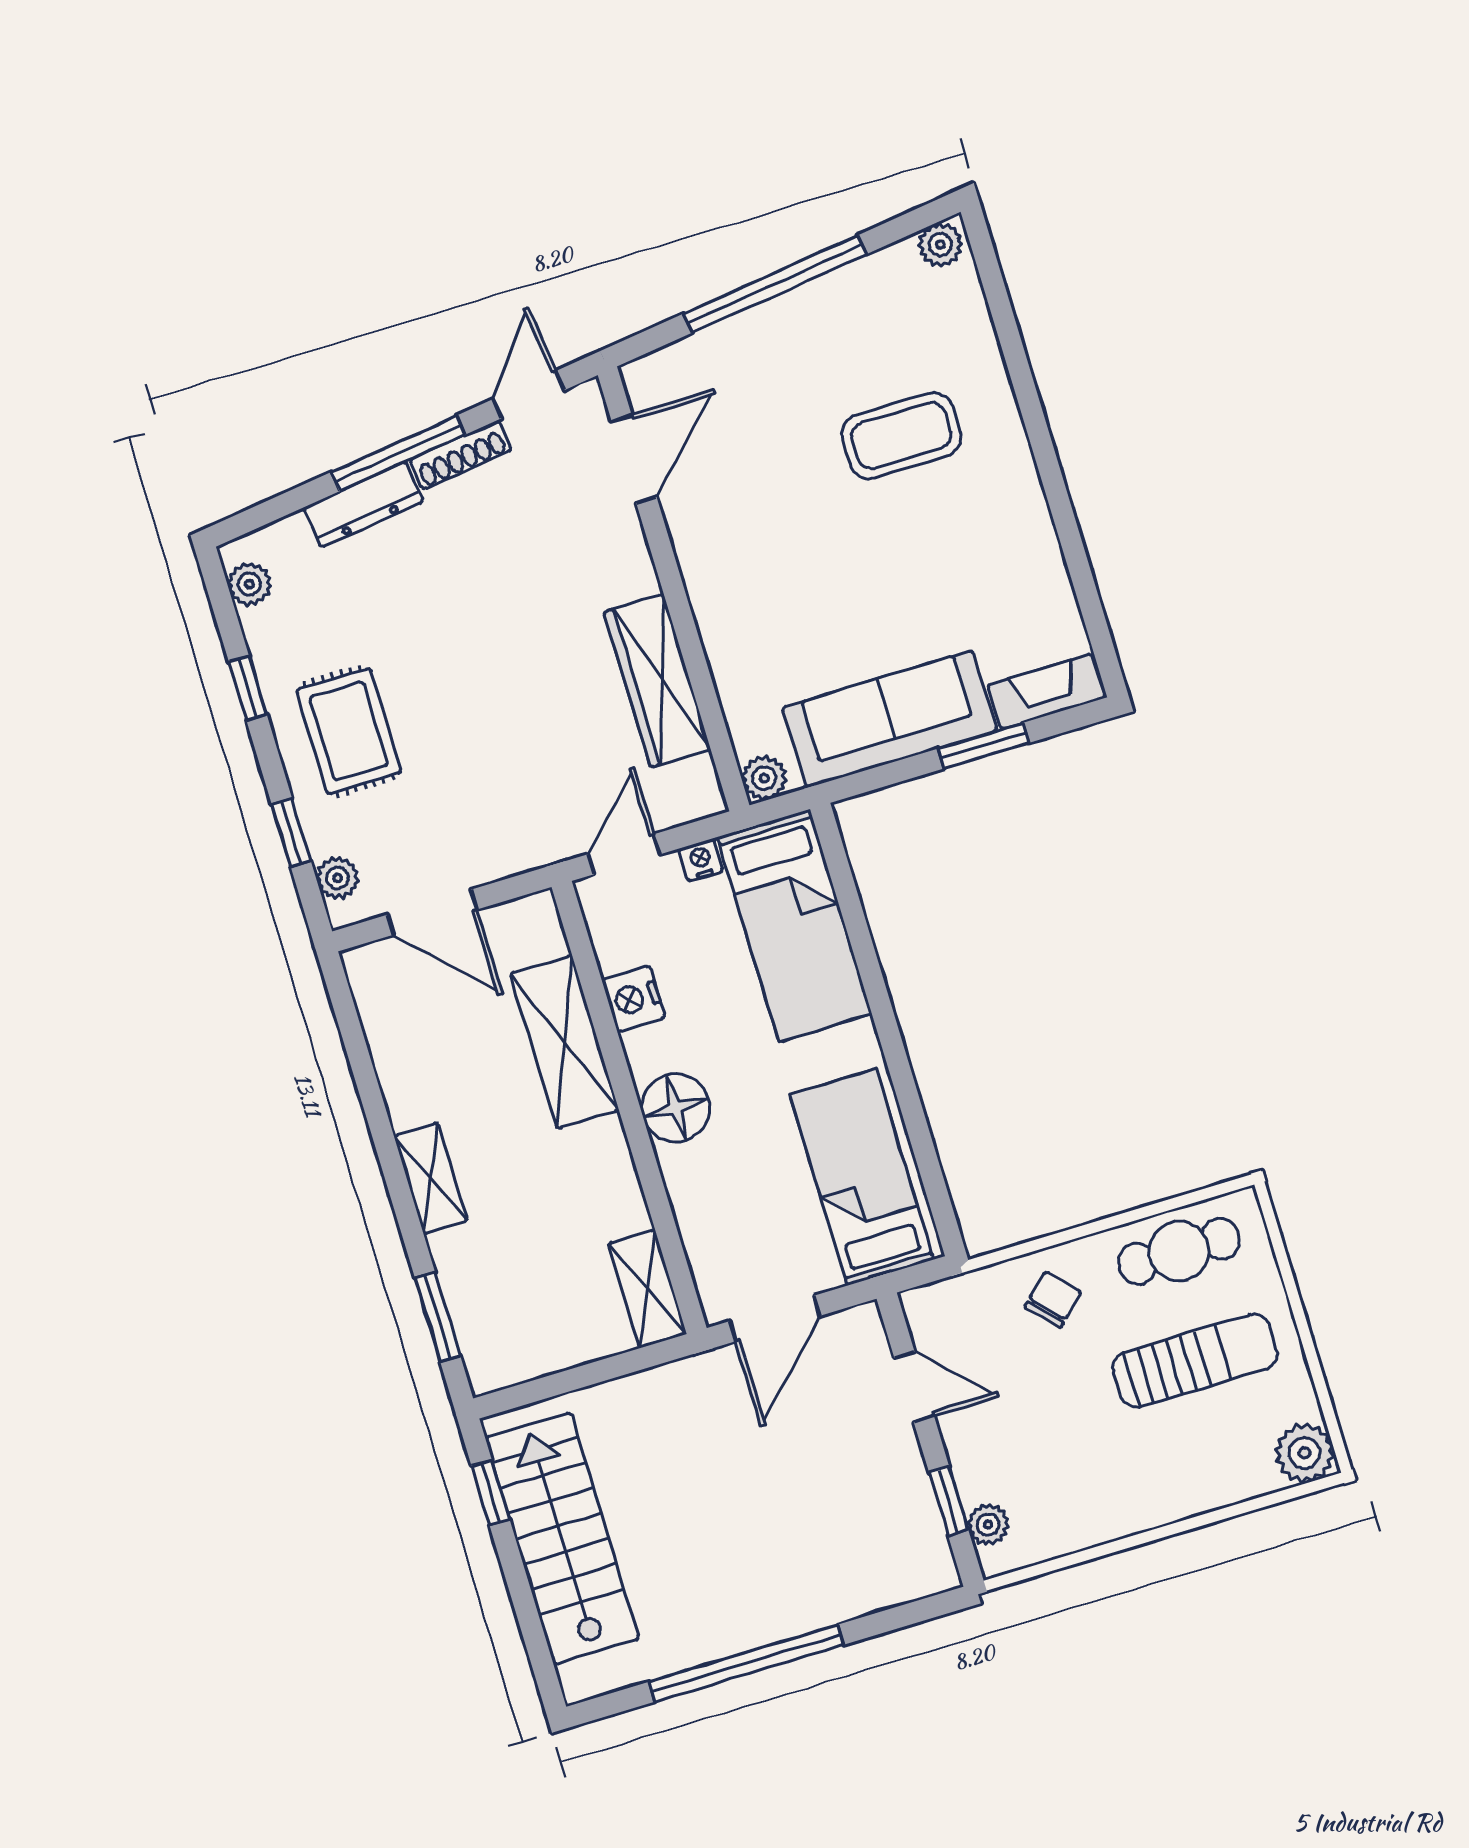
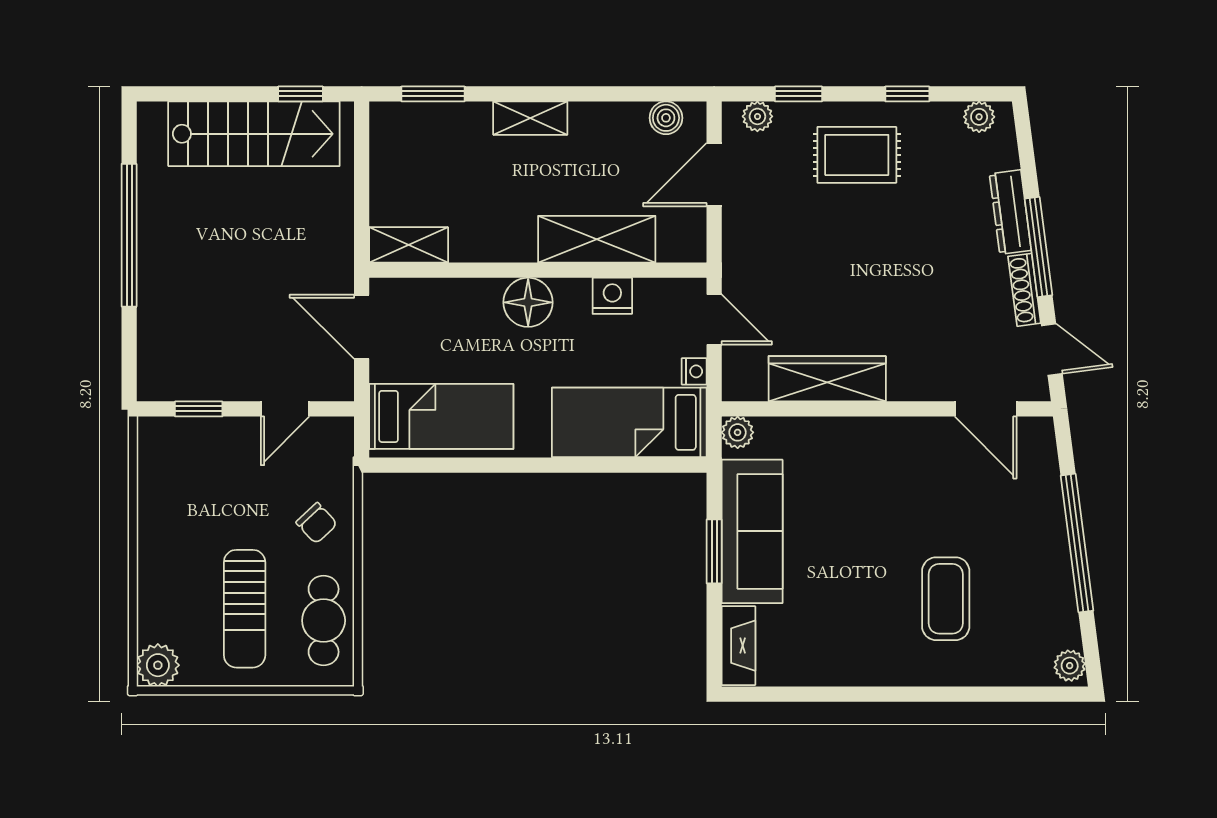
window: (984, 746) -> (714, 551), moved
boiler: (376, 999) -> (666, 118), added
plant: (988, 1525) -> (174, 431), removed

